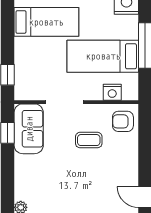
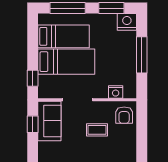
bed: (103, 56) -> (66, 62), moved, turned 180
armchair: (123, 121) -> (124, 115), turned -90

